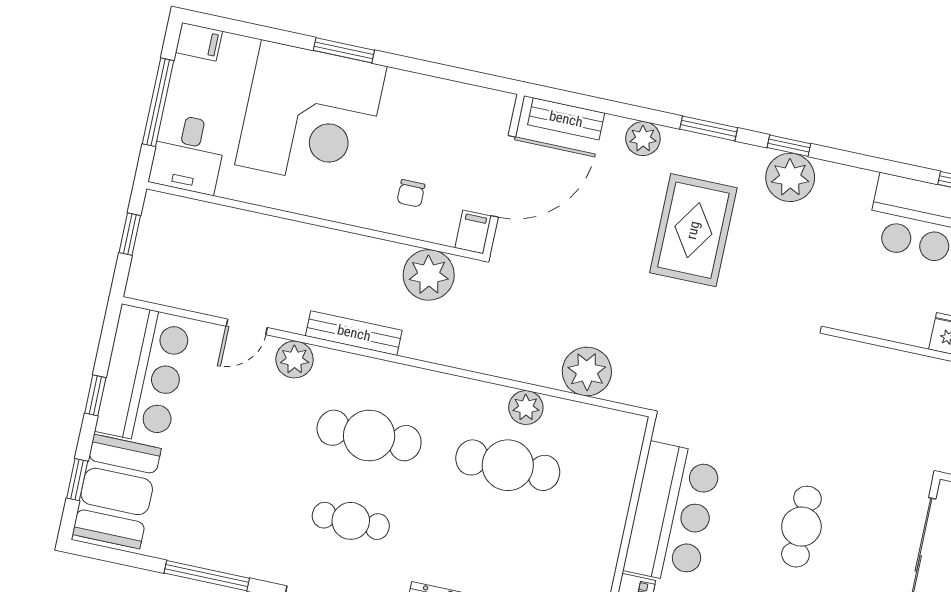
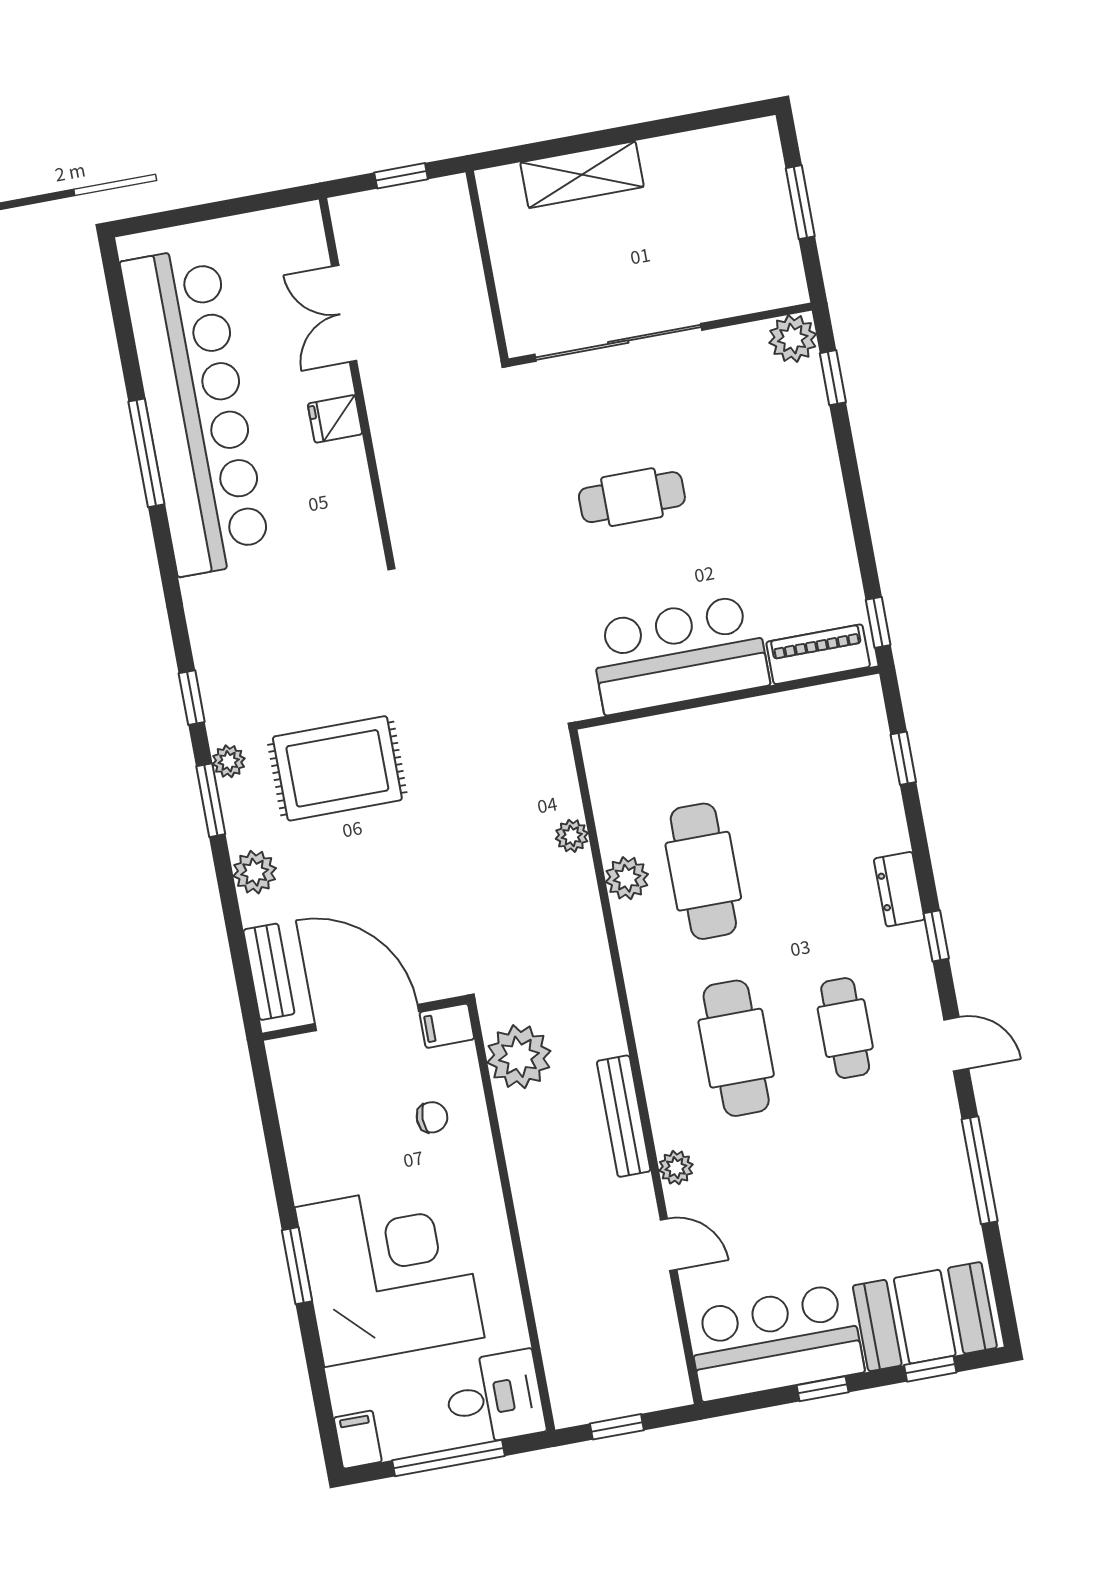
plant: (790, 177) -> (229, 761), moved, width x0.53, depth x0.53
plant: (294, 359) -> (676, 1168), width x0.73, depth x0.73
plant: (587, 371) -> (572, 836), width x0.53, depth x0.53

